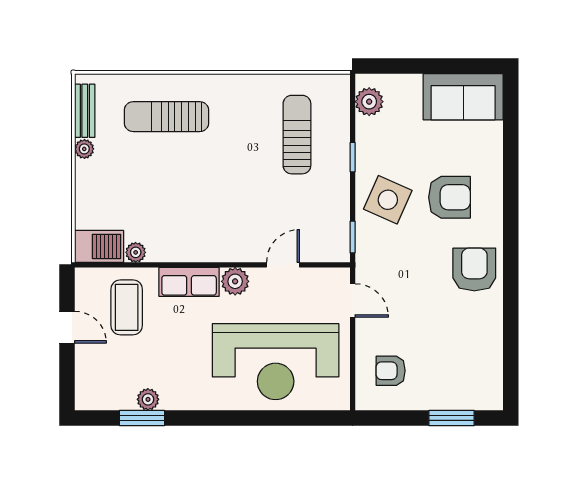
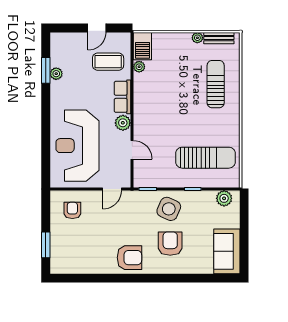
sun lounger: (297, 135) -> (205, 158), width x1.36, depth x1.34
armchair: (449, 197) -> (170, 244), turned 180

